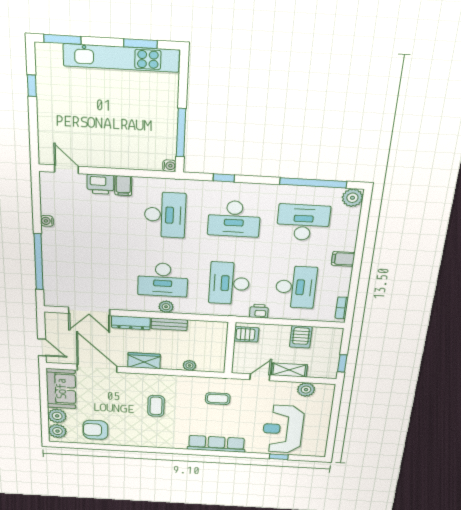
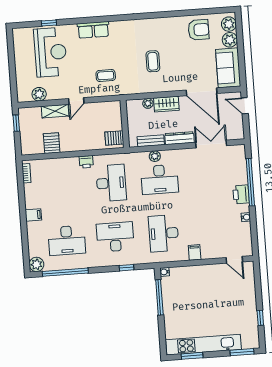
printer: (100, 184) -> (241, 194), moved, turned -90
desk: (163, 280) -> (160, 179), turned 180
desk: (296, 287) -> (63, 187), removed
server rack: (246, 334) -> (114, 138), moved
wall: (230, 348) -> (125, 124), moved
plant: (189, 365) -> (148, 103), moved
row of seats: (216, 444) -> (93, 30), width x0.68

